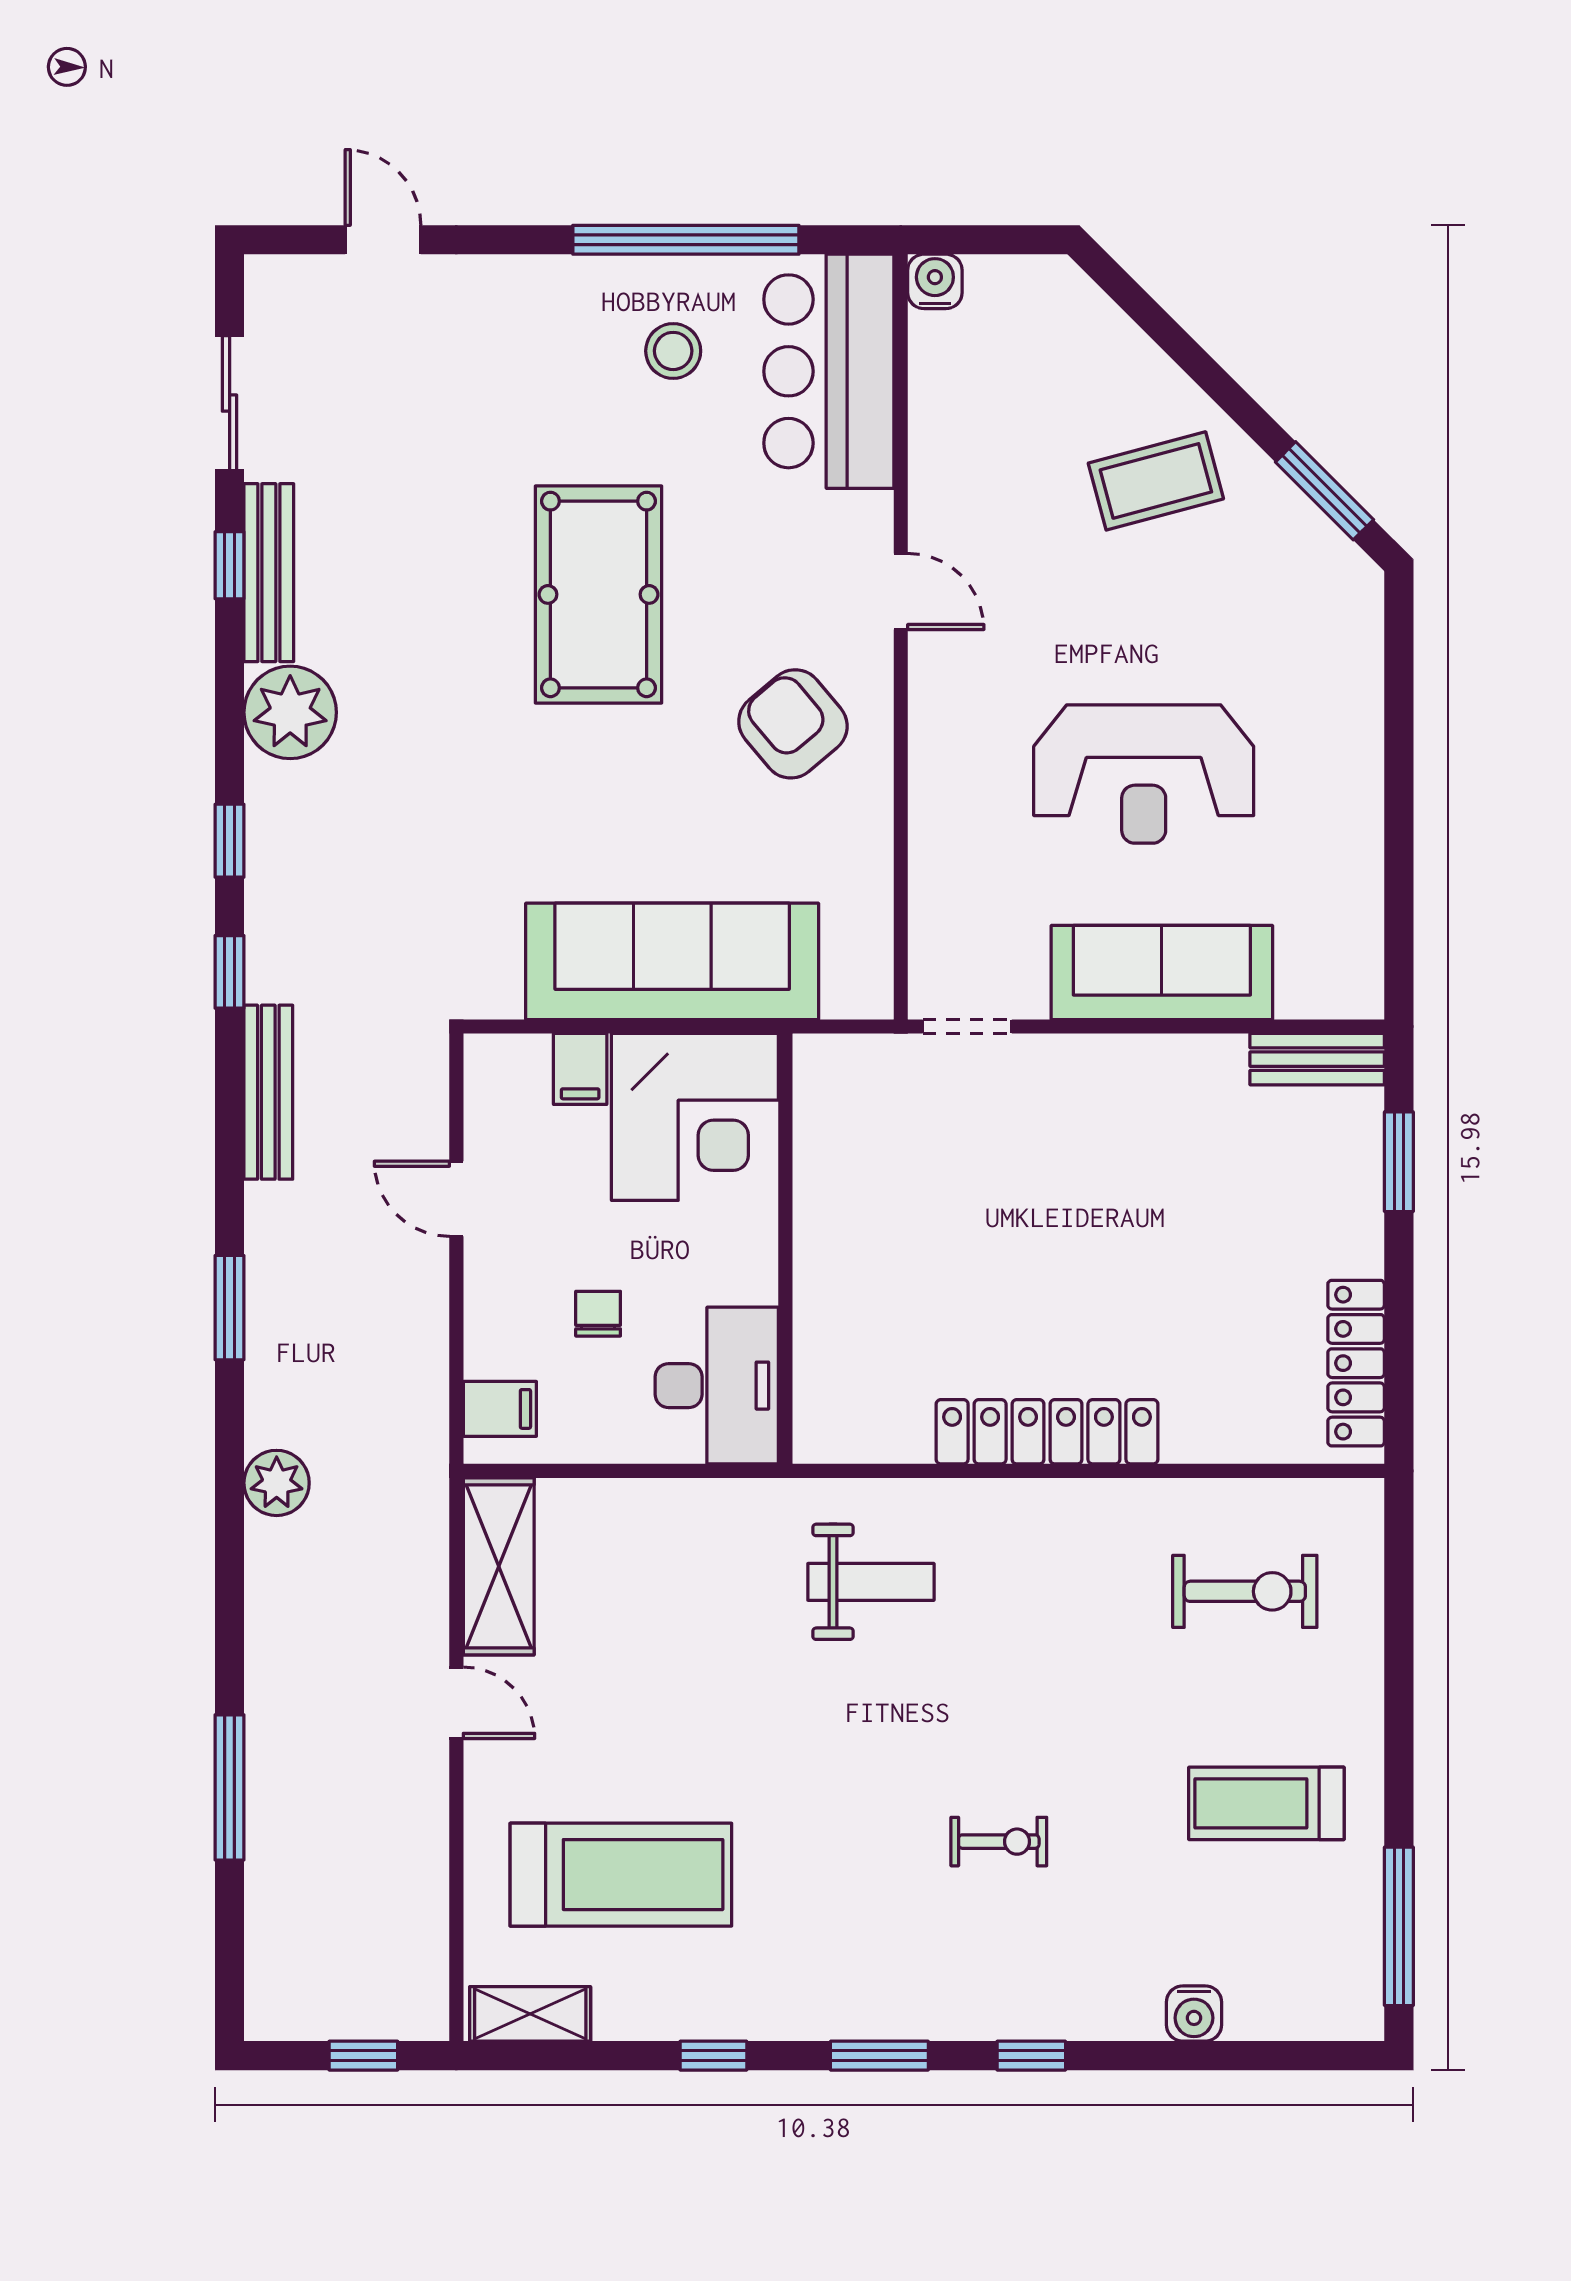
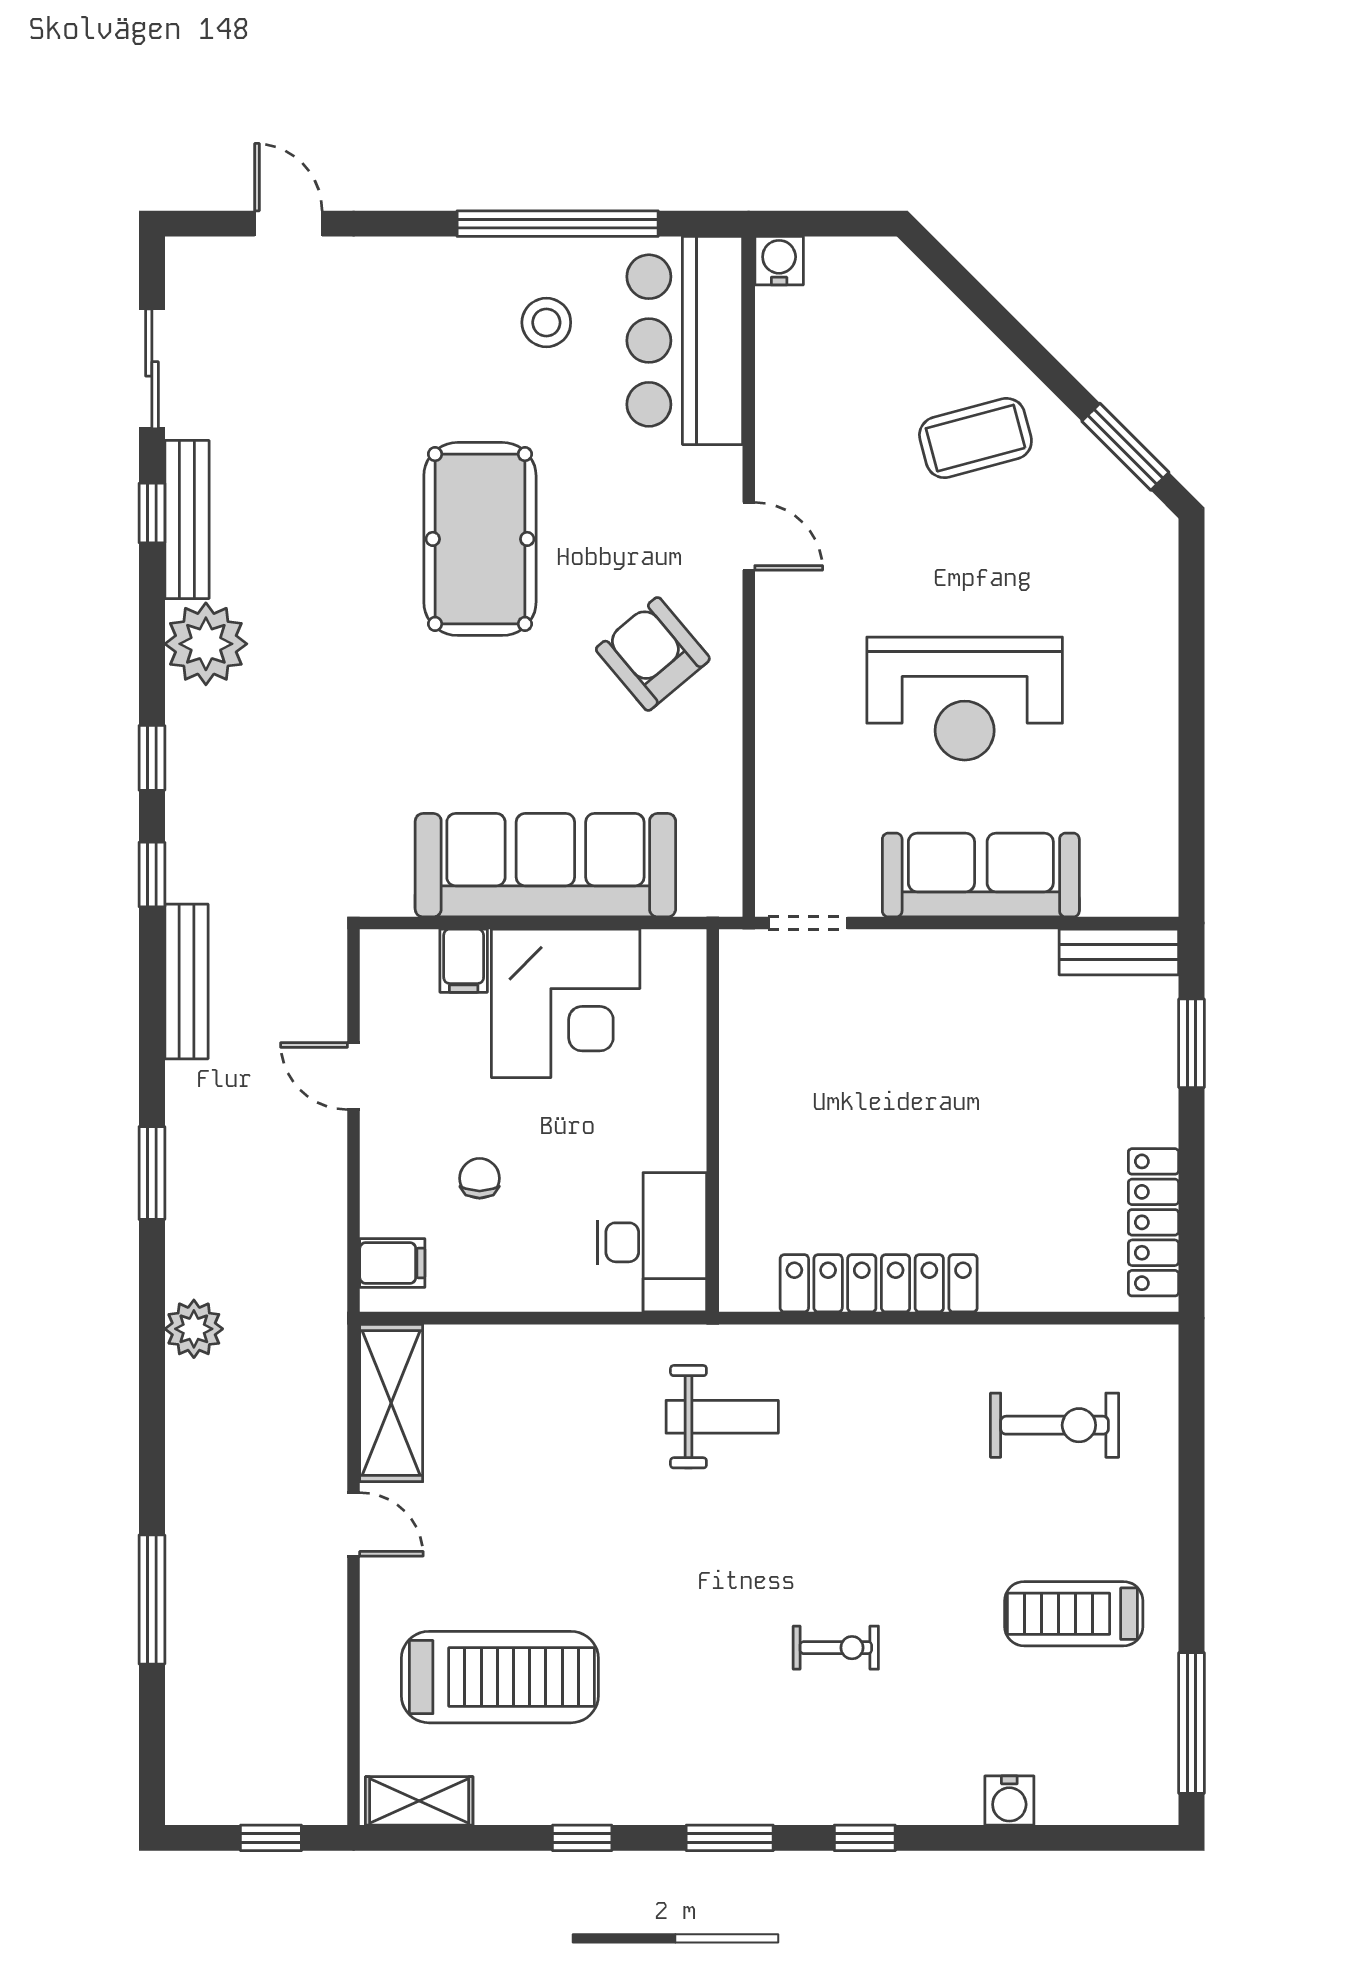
wall: (785, 1249) -> (713, 1121), moved
desk: (717, 1386) -> (652, 1242), moved

